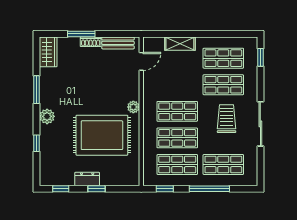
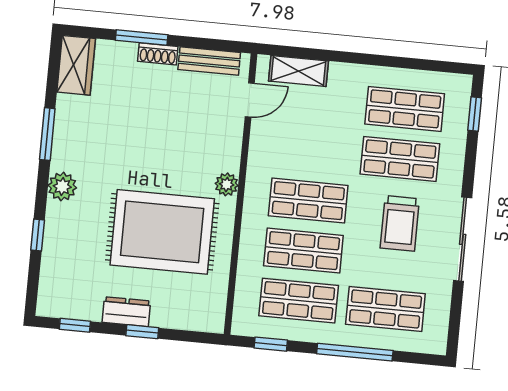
shelving: (180, 44) -> (298, 71), moved
trolley: (227, 119) -> (400, 223), turned 180

